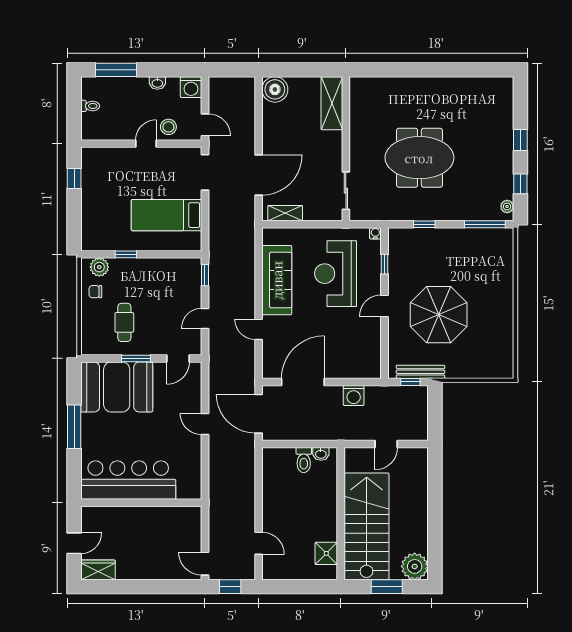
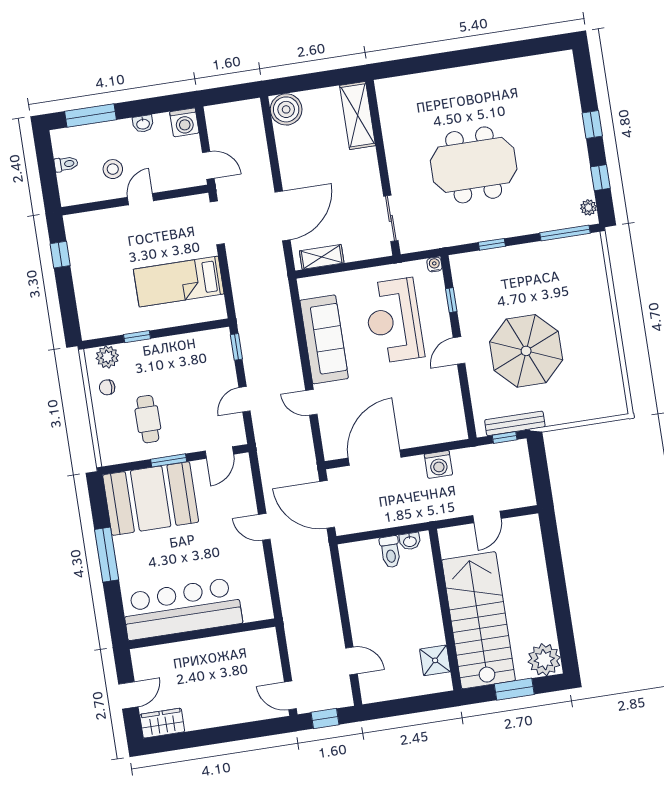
stool: (168, 127) -> (113, 169), moved

